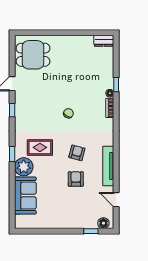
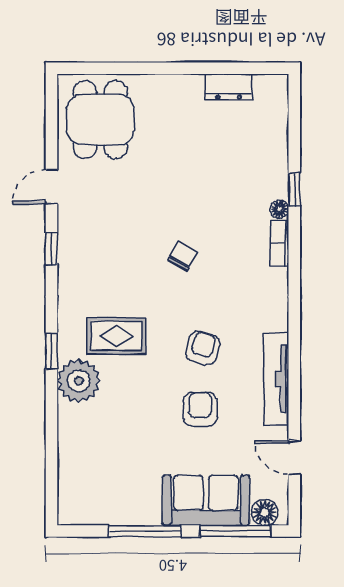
dresser: (104, 41) -> (229, 87), moved
dining table: (33, 55) -> (100, 120), turned 90
sofa: (25, 196) -> (206, 500), moved, turned -90
window: (52, 231) -> (145, 531), added
window: (91, 231) -> (235, 531), width x2.17

